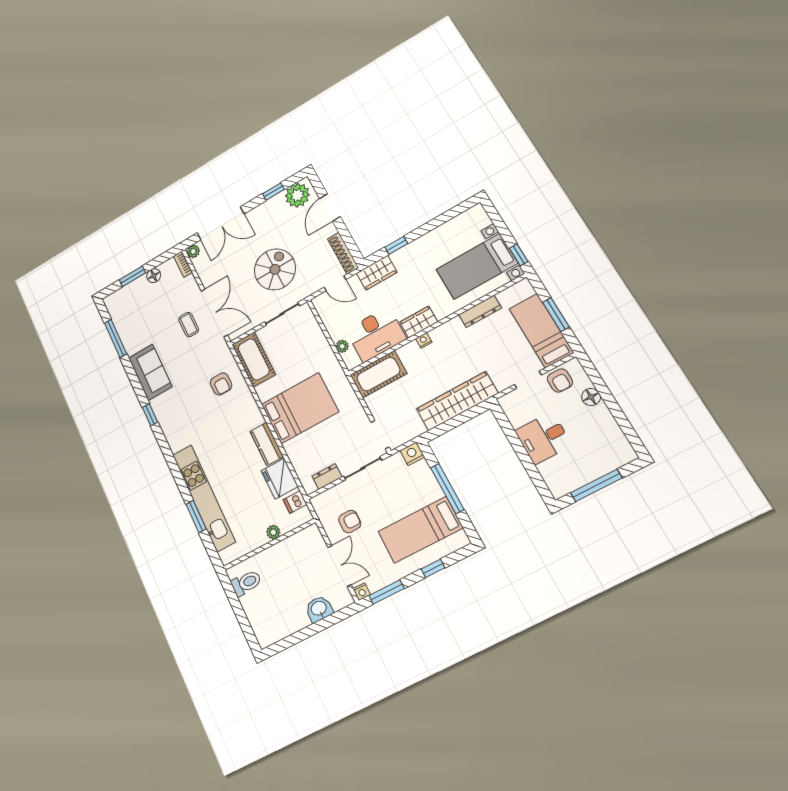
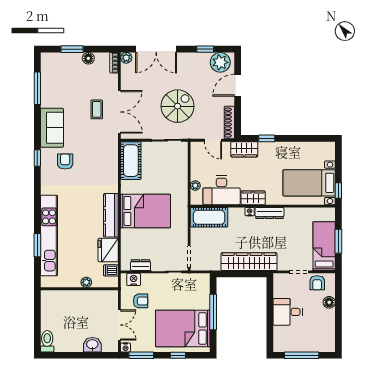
dresser: (480, 311) -> (269, 213), moved
armchair: (221, 384) -> (65, 161), moved, turned 180
kitchen counter: (267, 444) -> (111, 215), width x1.50
nightstand: (412, 454) -> (134, 279), moved
bed: (420, 530) -> (183, 328), width x1.50
toilet: (246, 583) -> (47, 341), moved, turned -90

